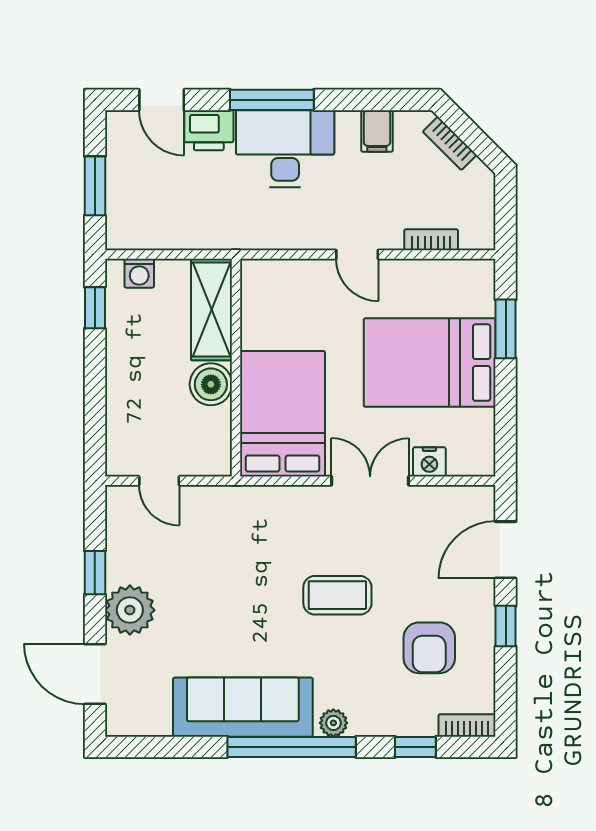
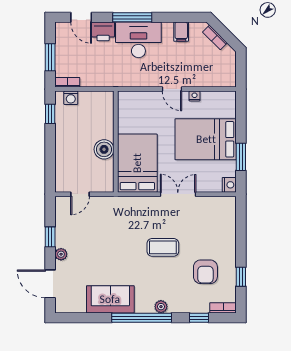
bookcase: (431, 240) -> (67, 82), moved
nightstand: (406, 269) -> (195, 96), added
shelving: (212, 310) -> (104, 115), removed
window: (506, 329) -> (241, 157), moved
nightstand: (429, 462) -> (229, 185), moved, turned -90
door: (159, 481) -> (80, 194), hinge flipped
door: (506, 550) -> (241, 226), removed
plant: (130, 610) -> (61, 254), width x0.53, depth x0.53
window: (506, 626) -> (241, 277), moved
sofa: (243, 707) -> (110, 299), width x0.73

